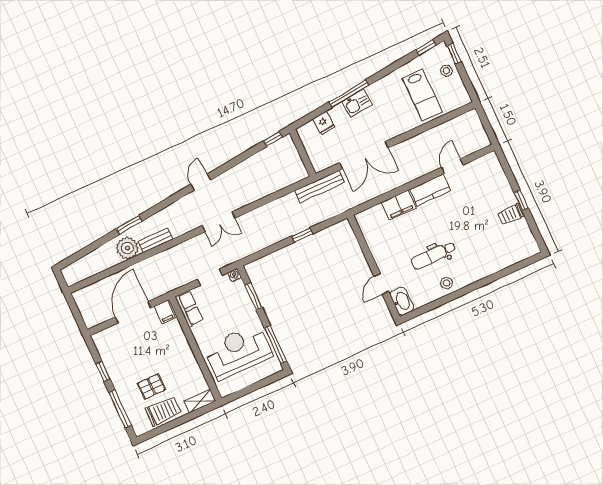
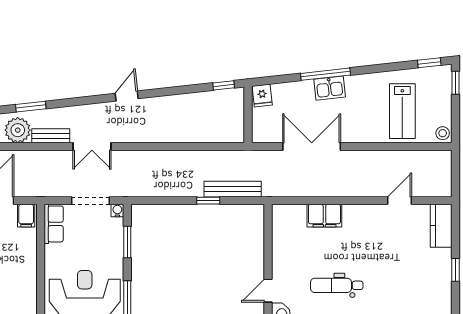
stool: (446, 71) -> (443, 133), moved
fridge: (324, 123) -> (262, 96), moved
double door: (364, 155) -> (312, 146), swing flipped
bench: (320, 186) -> (233, 189), moved
kitchen counter: (430, 190) -> (441, 226), moved, turned 90
trolley: (510, 214) -> (437, 279), removed
double door: (219, 222) -> (92, 146), moved
doorway: (210, 277) -> (91, 201), width x1.38

